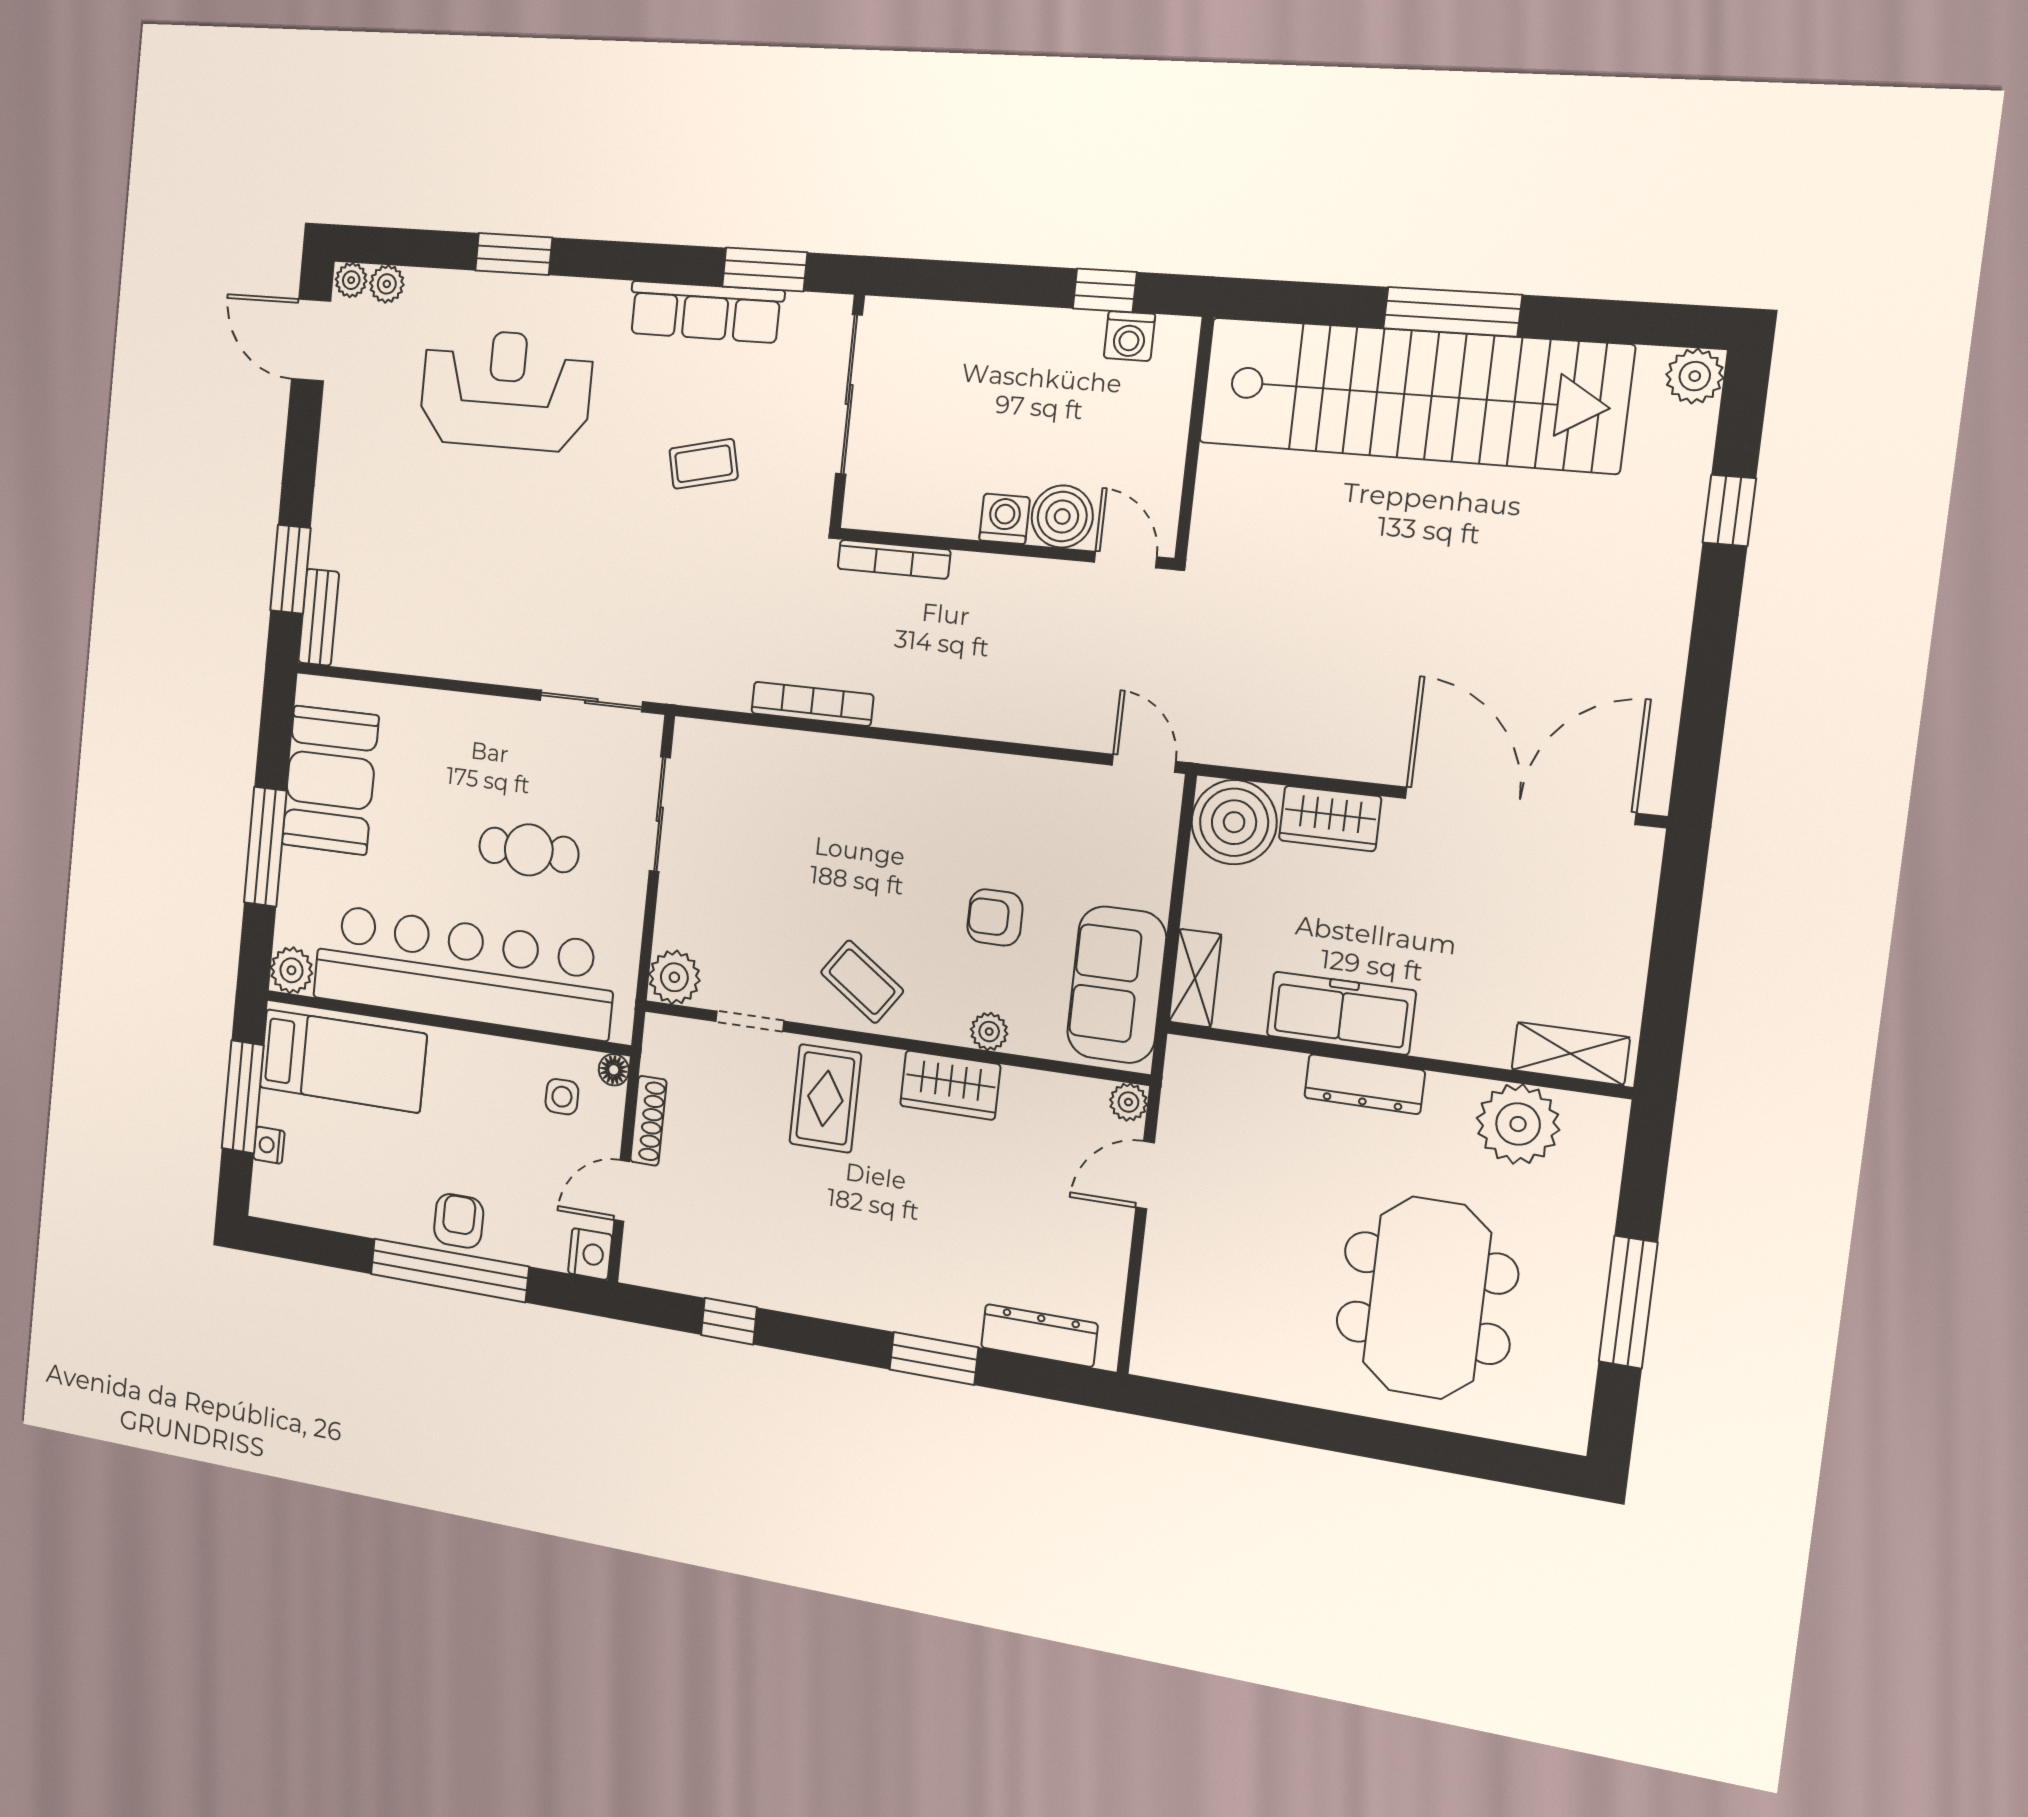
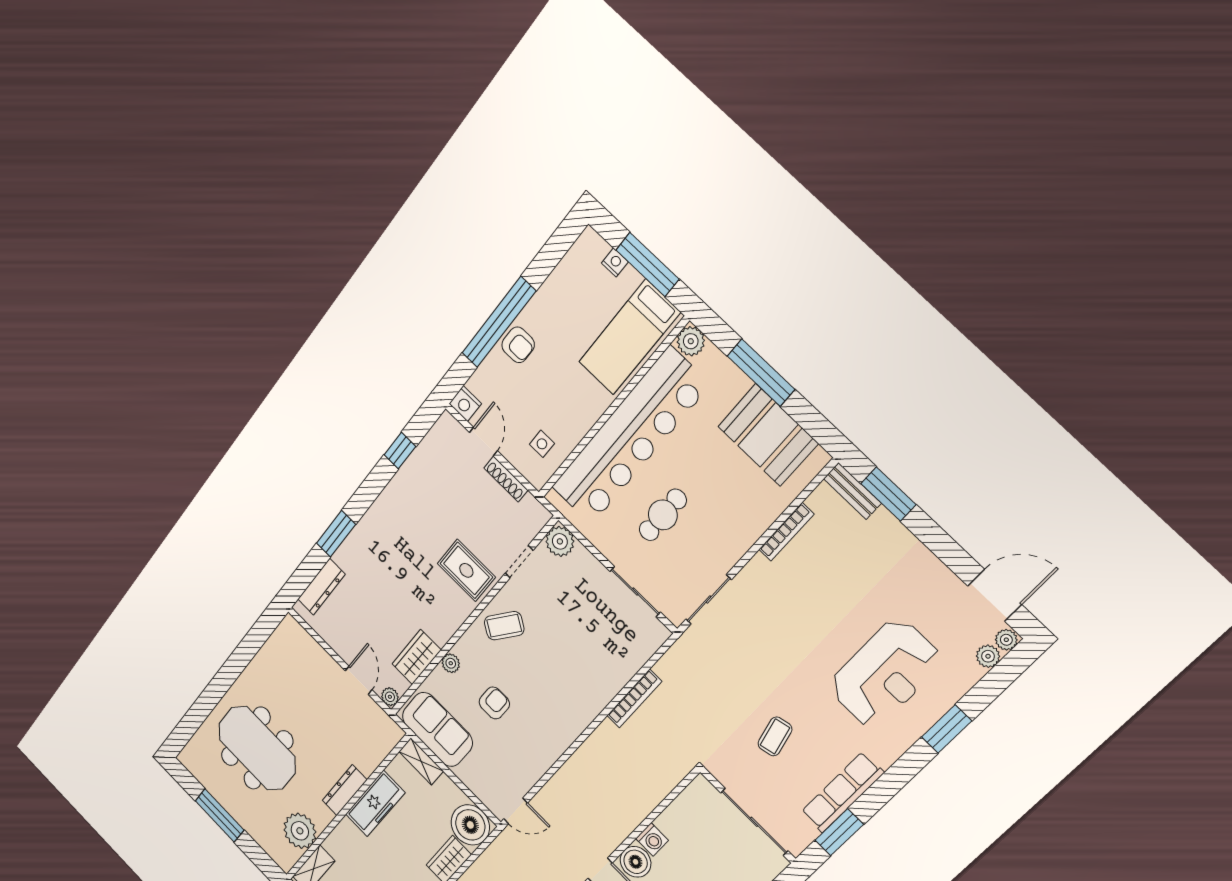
bookcase: (894, 559) -> (786, 532), moved, turned 180
floor lamp: (614, 1070) -> (538, 480), removed
wardrobe: (950, 1085) -> (416, 657), moved

